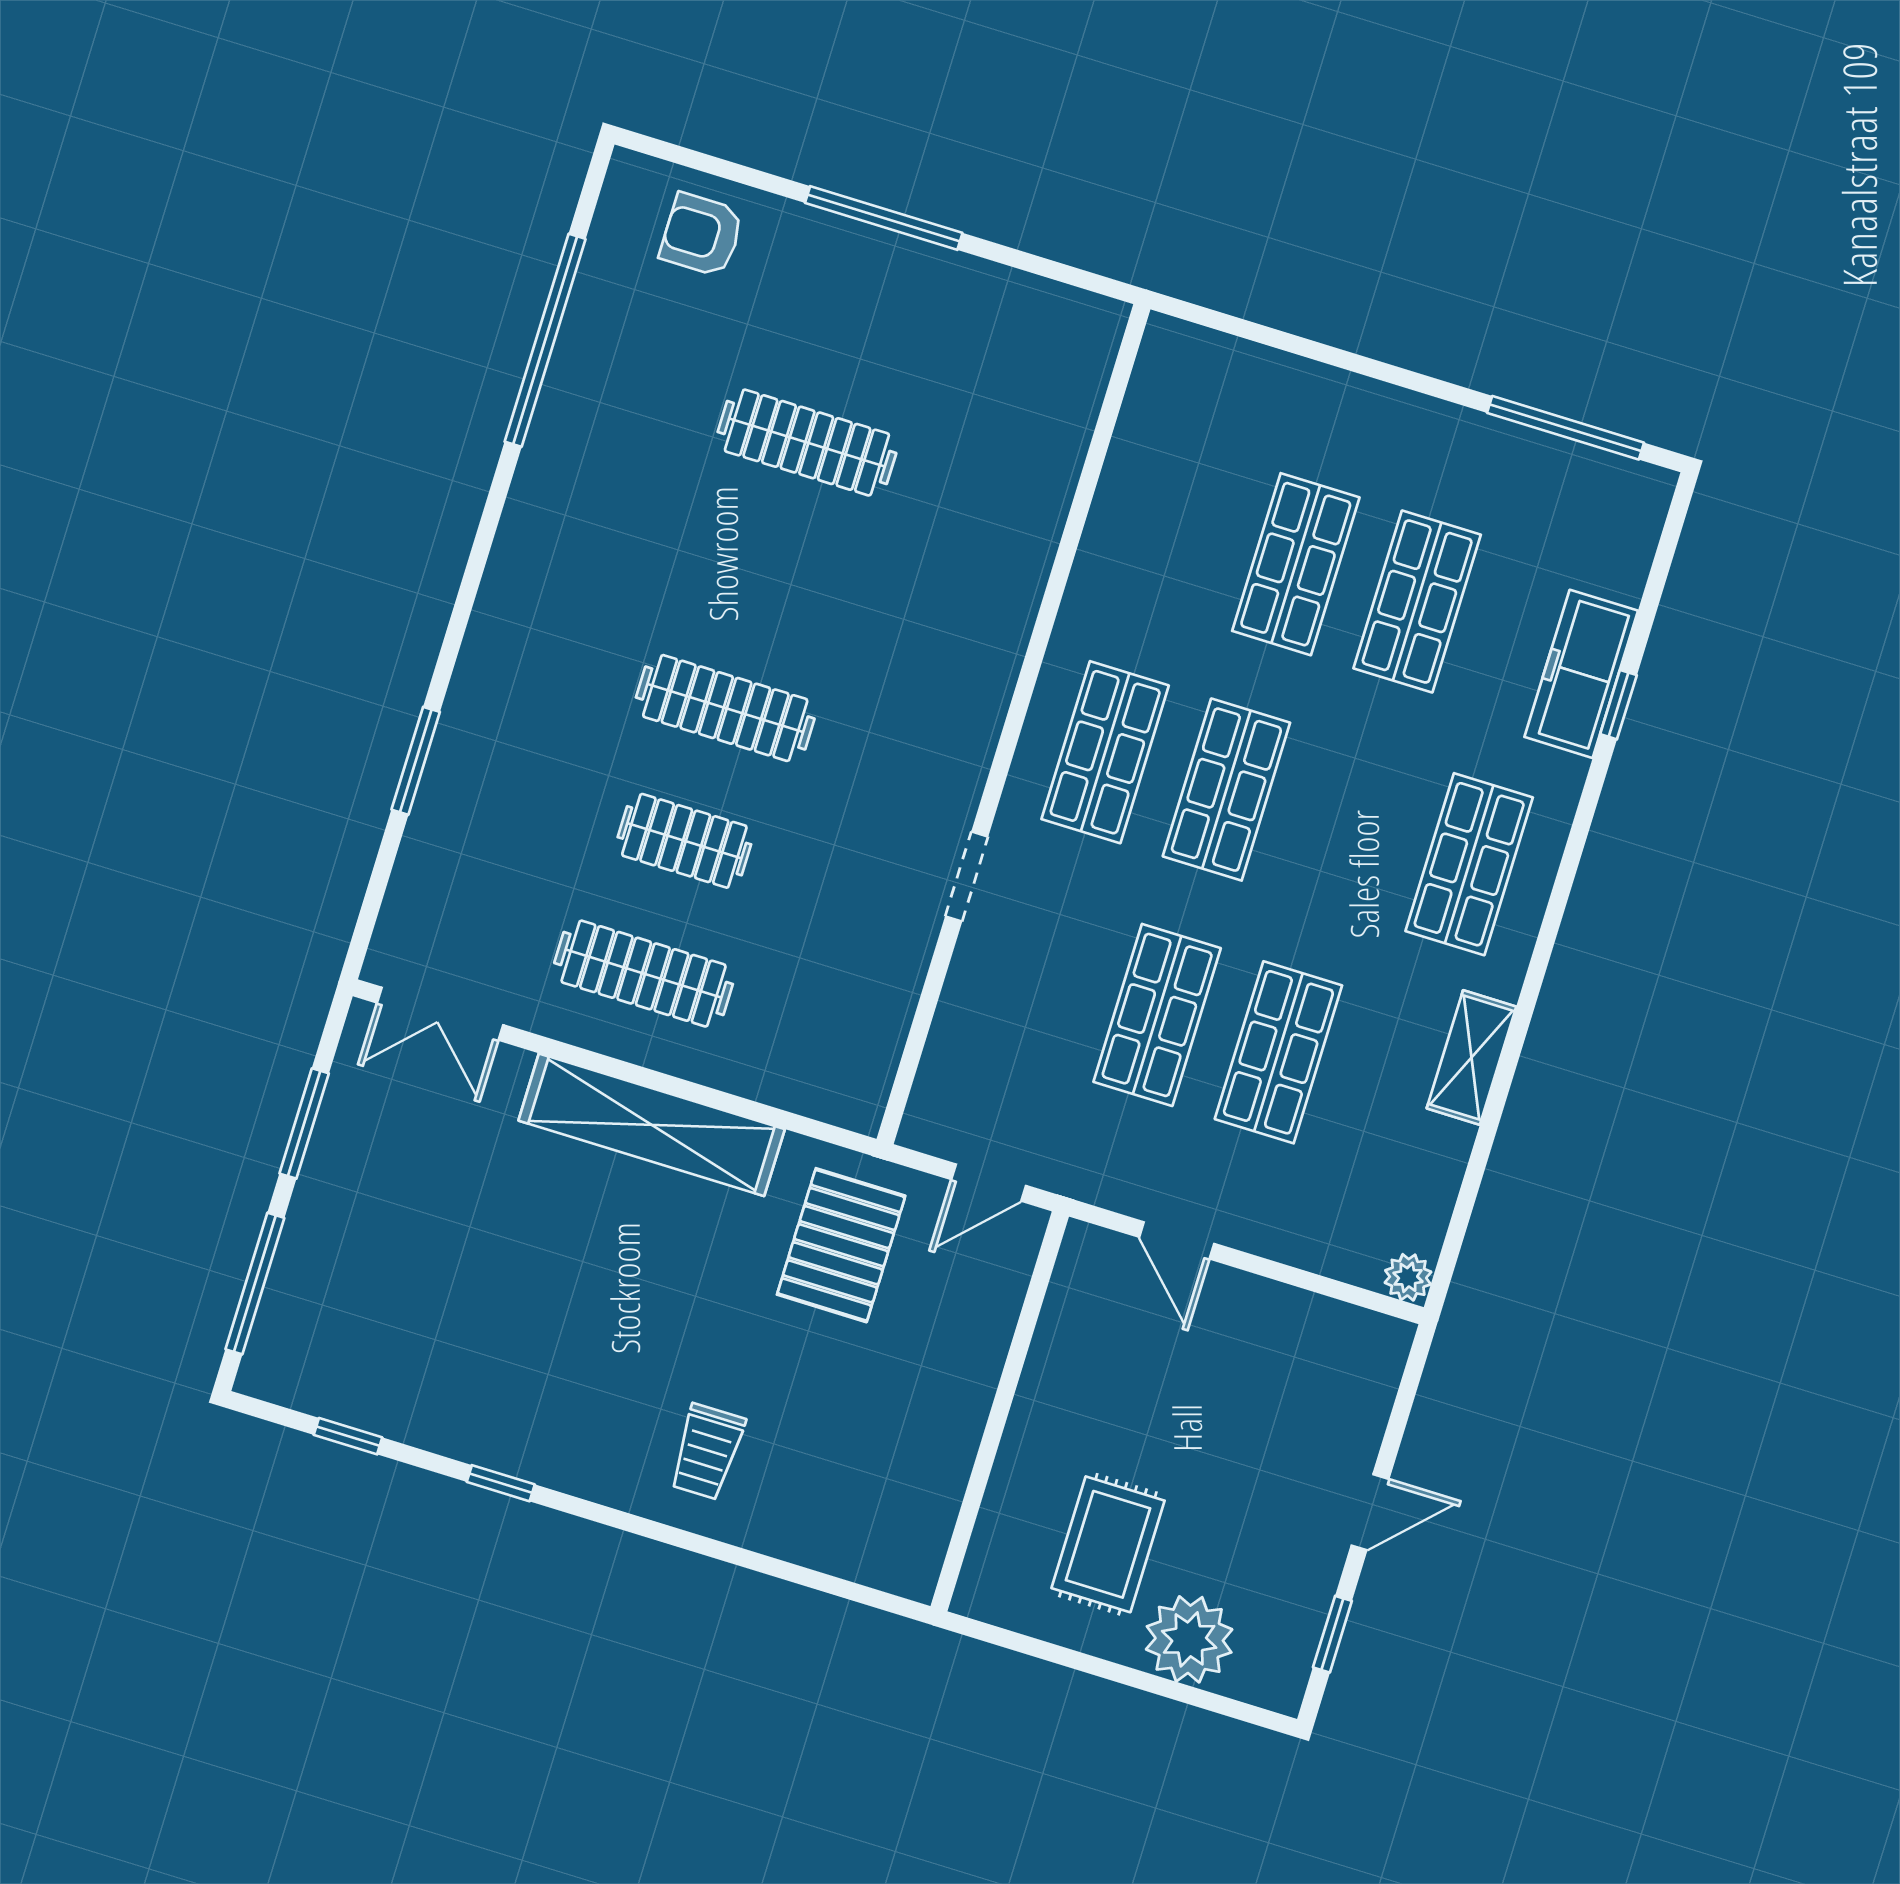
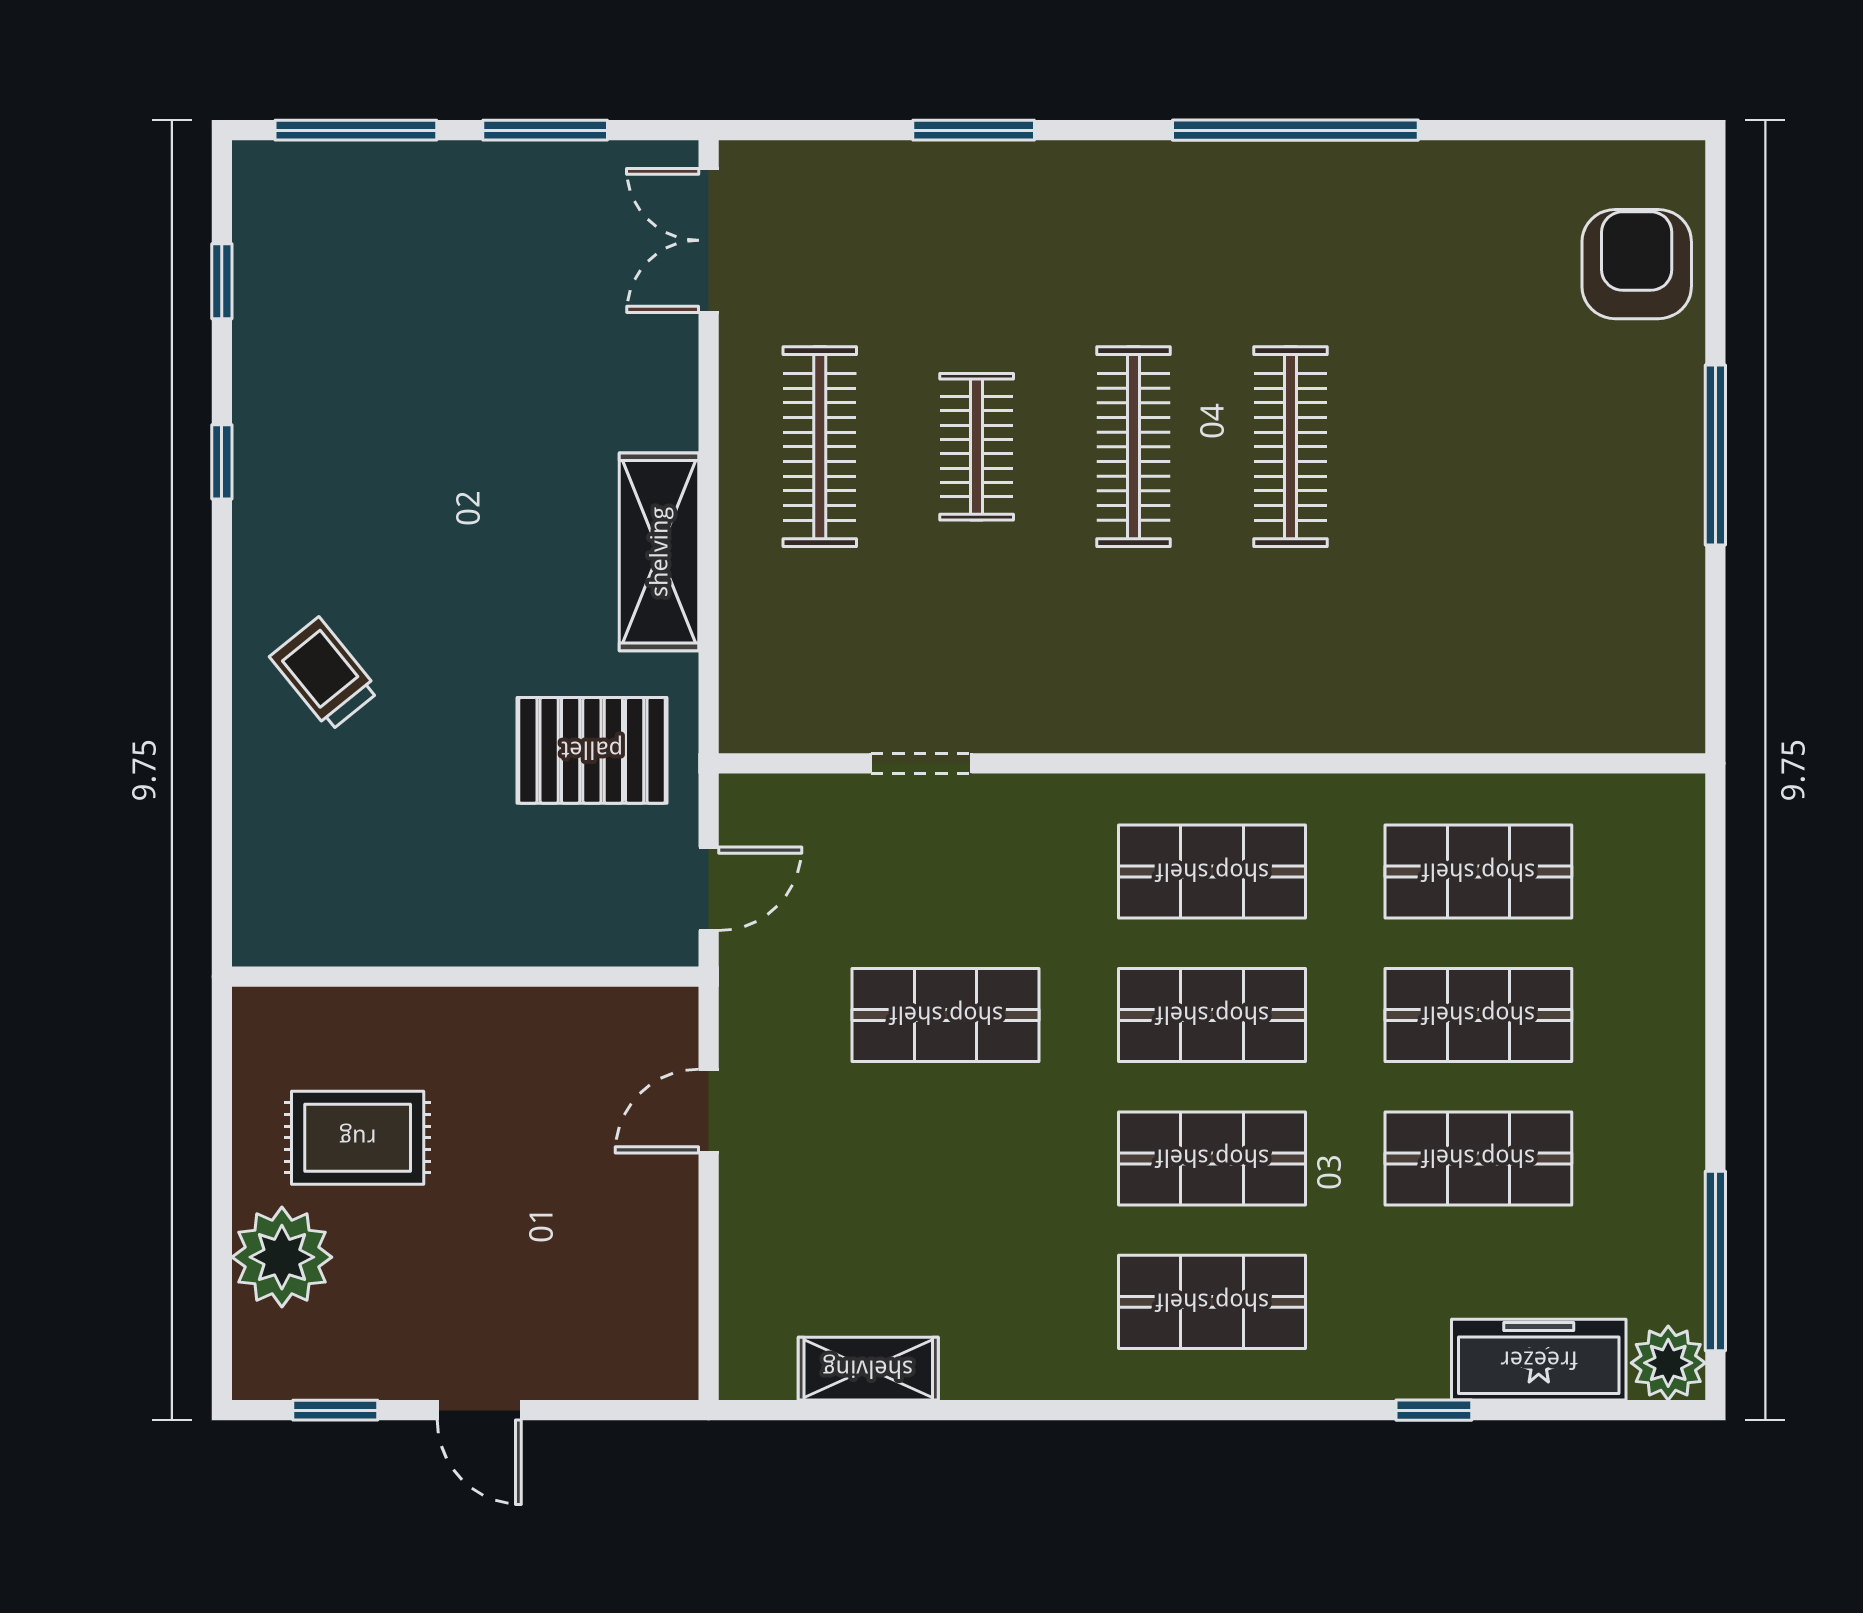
armchair: (702, 235) -> (1637, 264), width x1.38, depth x1.38
window: (545, 340) -> (1295, 130), moved
clothes rail: (807, 443) -> (1290, 447), moved
shop shelf: (1174, 527) -> (1478, 872), added
freezer: (1581, 674) -> (1539, 1360), moved
doorway: (967, 877) -> (921, 763), moved
shop shelf: (1278, 1052) -> (1212, 1158), moved
shelving: (1471, 1058) -> (868, 1369), moved
shelving: (652, 1125) -> (659, 552), width x0.68
door: (989, 1183) -> (709, 889), swing flipped
plant: (1408, 1277) -> (1668, 1363), moved, width x1.38, depth x1.38
trolley: (707, 1452) -> (324, 674), turned 51

